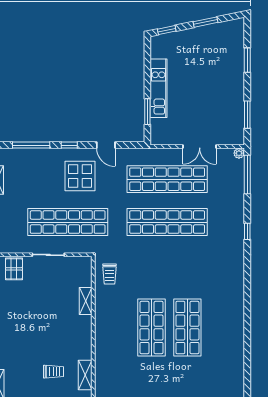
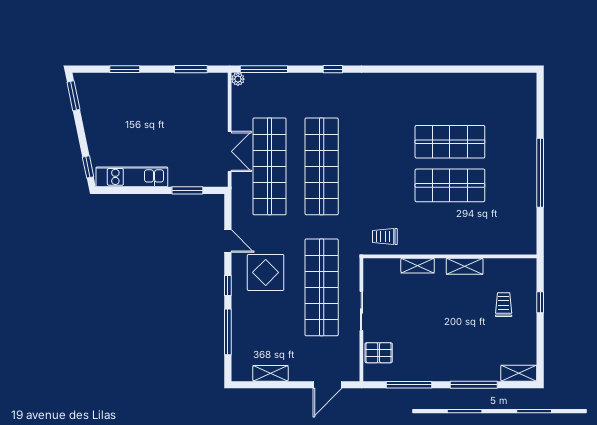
window: (205, 22) -> (73, 96), moved
kitchen unit: (159, 88) -> (132, 177), moved
door: (106, 145) -> (228, 241), hinge flipped
double door: (200, 146) -> (230, 151), moved
trolley: (109, 274) -> (385, 237), turned 180
shelving: (85, 375) -> (465, 266), moved

